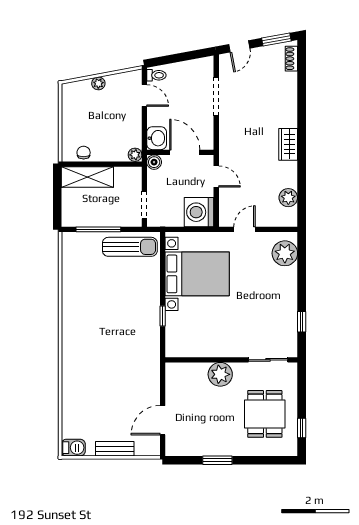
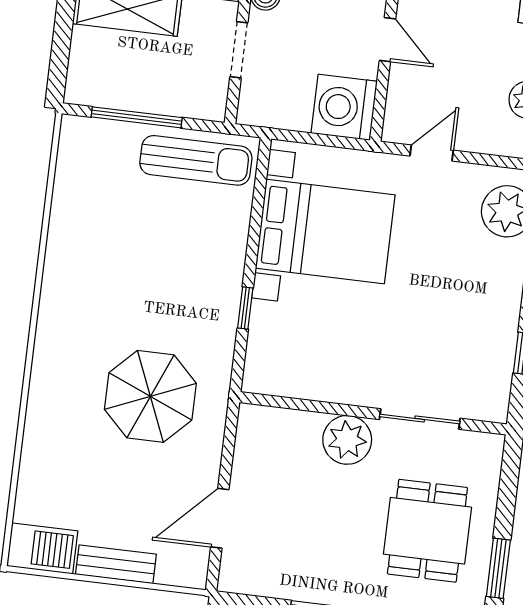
doorway: (144, 205) -> (239, 50), moved
sliding door: (268, 360) -> (420, 419), moved
parasol: (122, 365) -> (150, 396), added
window: (302, 428) -> (498, 568), width x1.50
barbecue: (73, 448) -> (42, 548), width x1.38, depth x1.27

